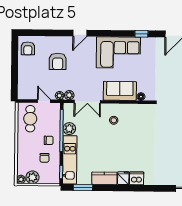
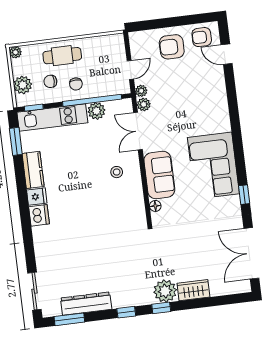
door: (80, 33) -> (227, 54), moved
armchair: (58, 61) -> (172, 47), moved
cafe table: (30, 119) -> (62, 56), moved
plant: (32, 177) -> (23, 85), moved

